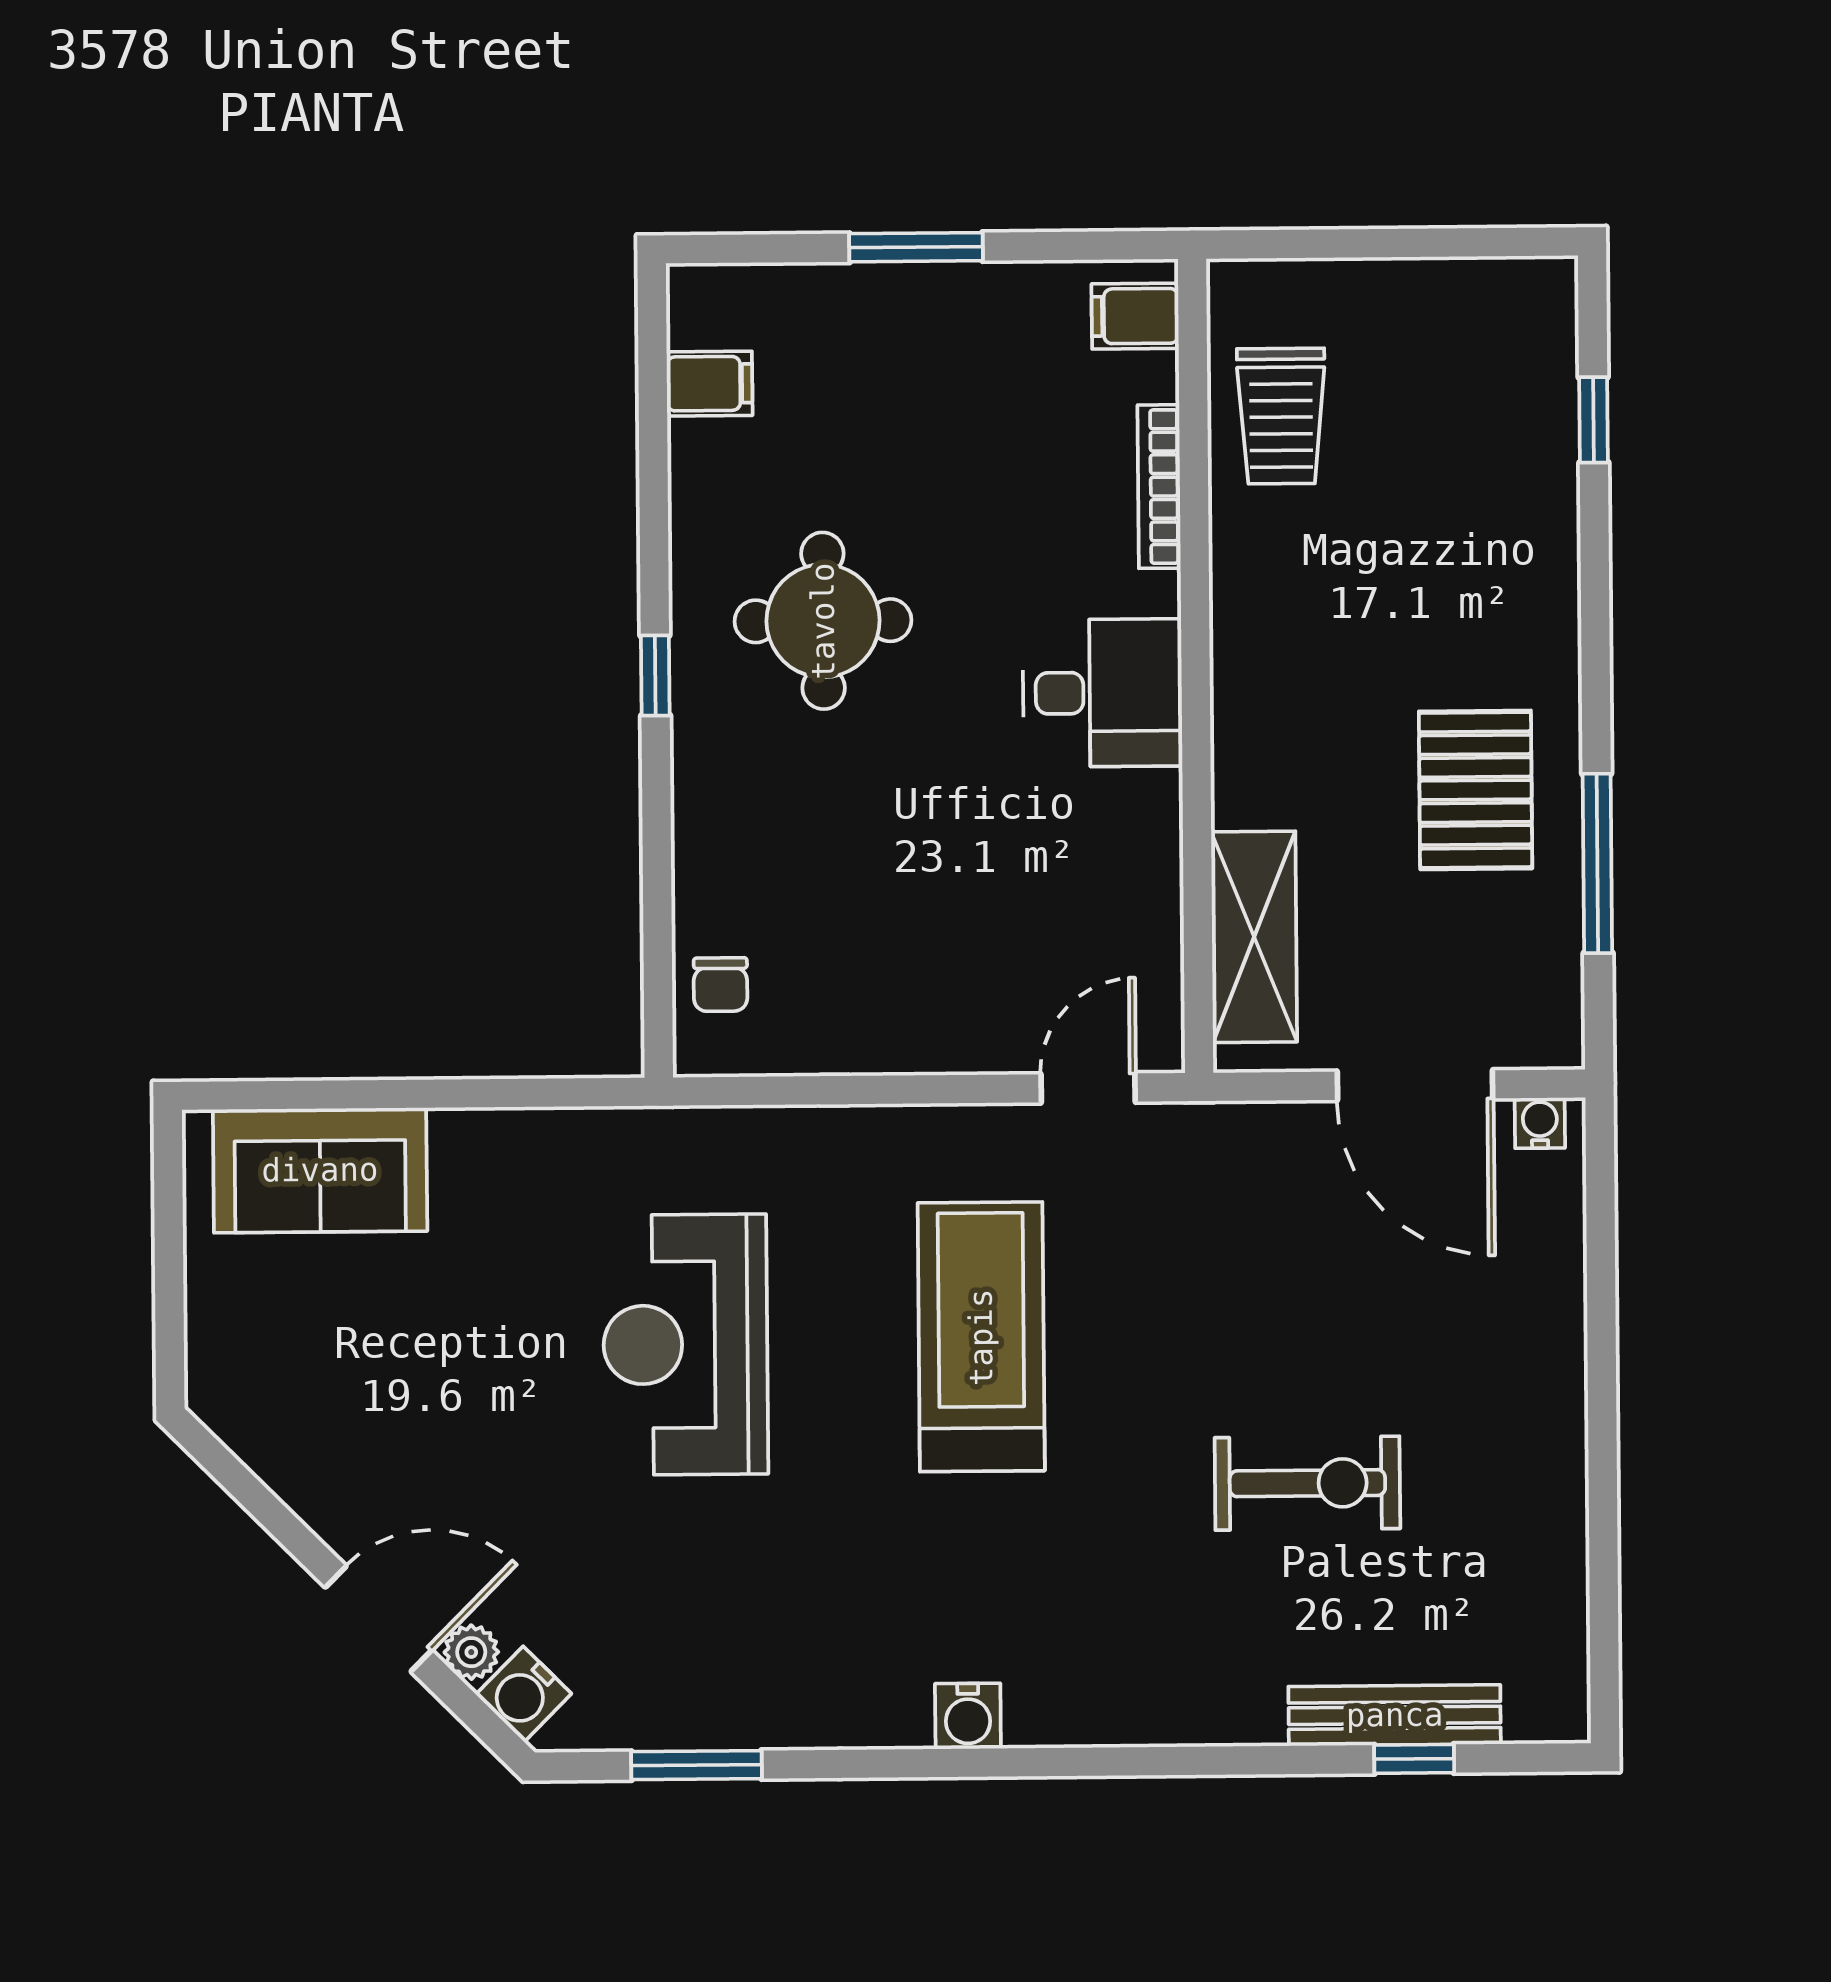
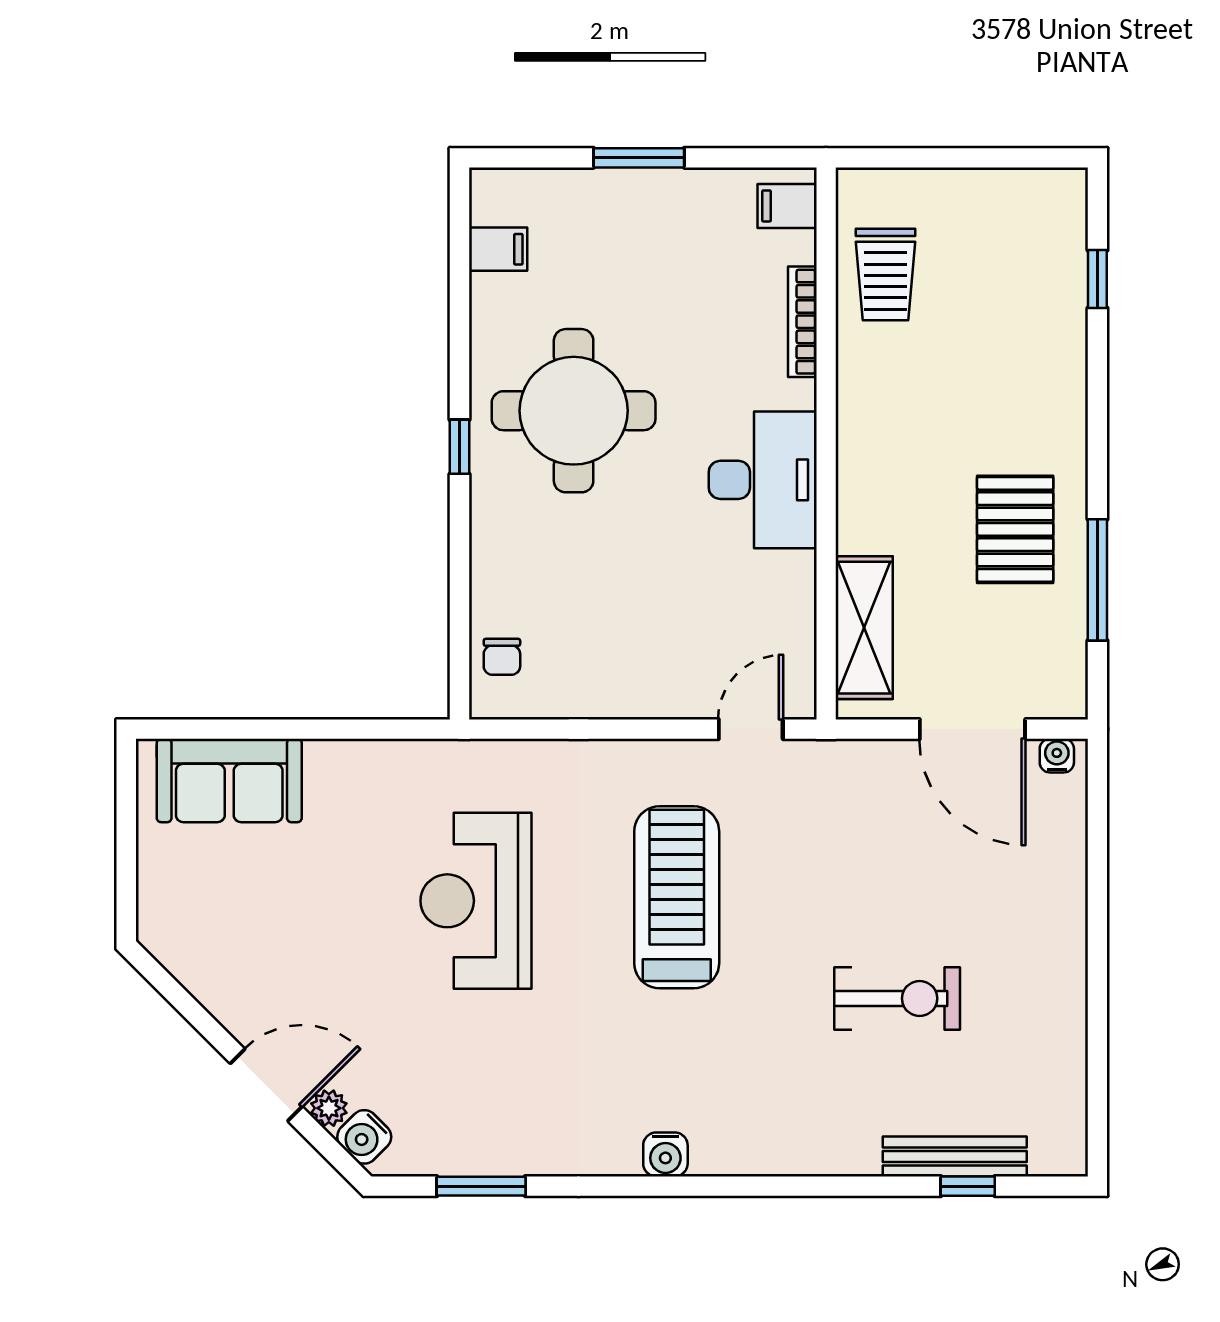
round table: (823, 621) -> (574, 411), width x1.36, depth x1.36
desk: (1102, 693) -> (763, 480), width x1.37

